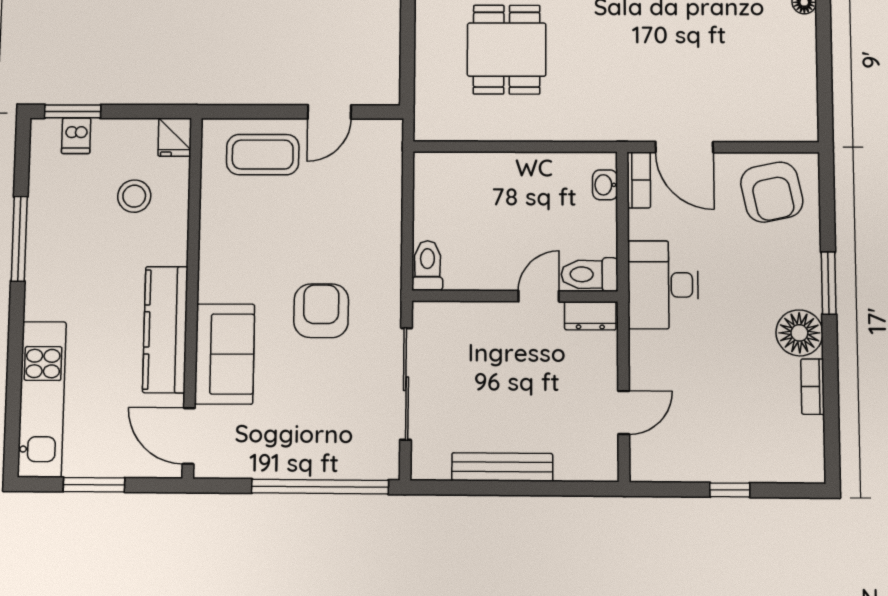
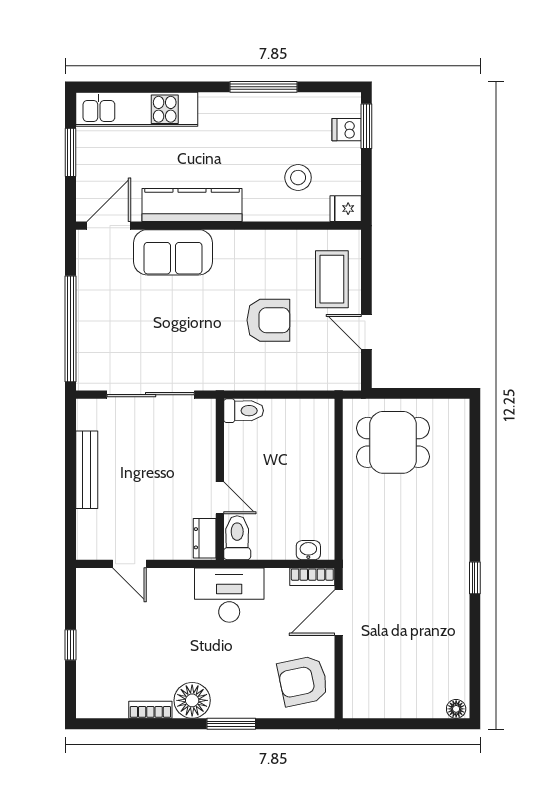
dining table: (507, 50) -> (393, 442), moved
armchair: (321, 311) -> (268, 320), moved

